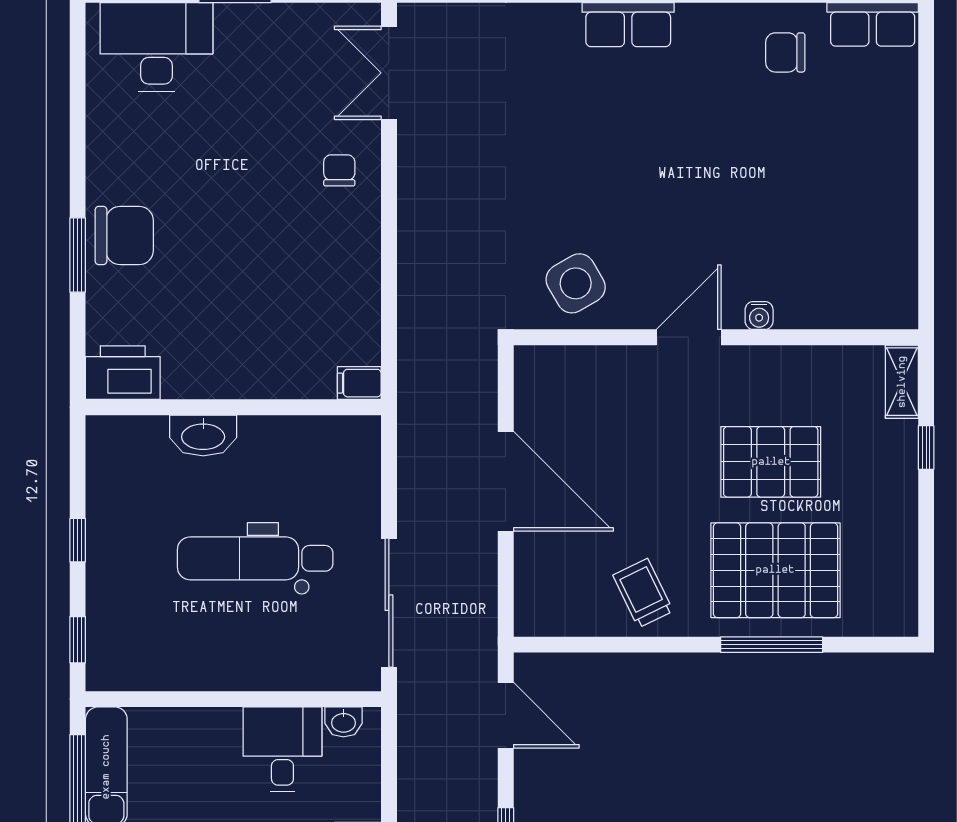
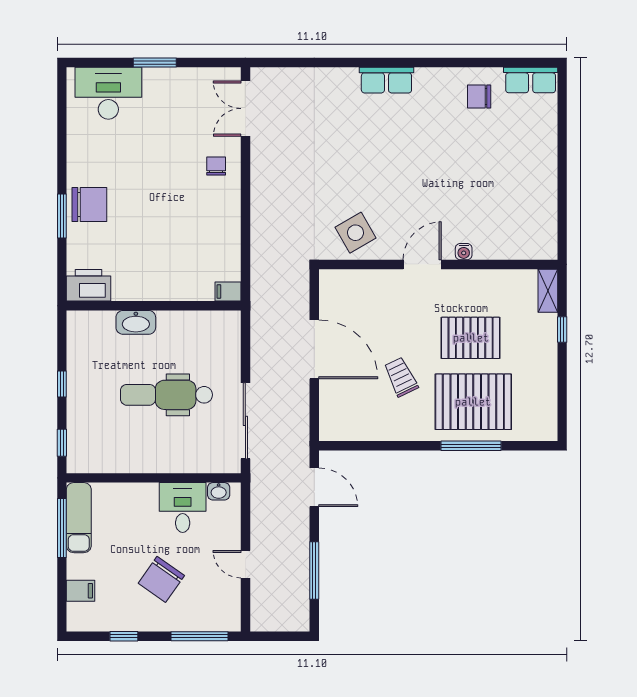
trolley: (643, 593) -> (401, 377), moved

